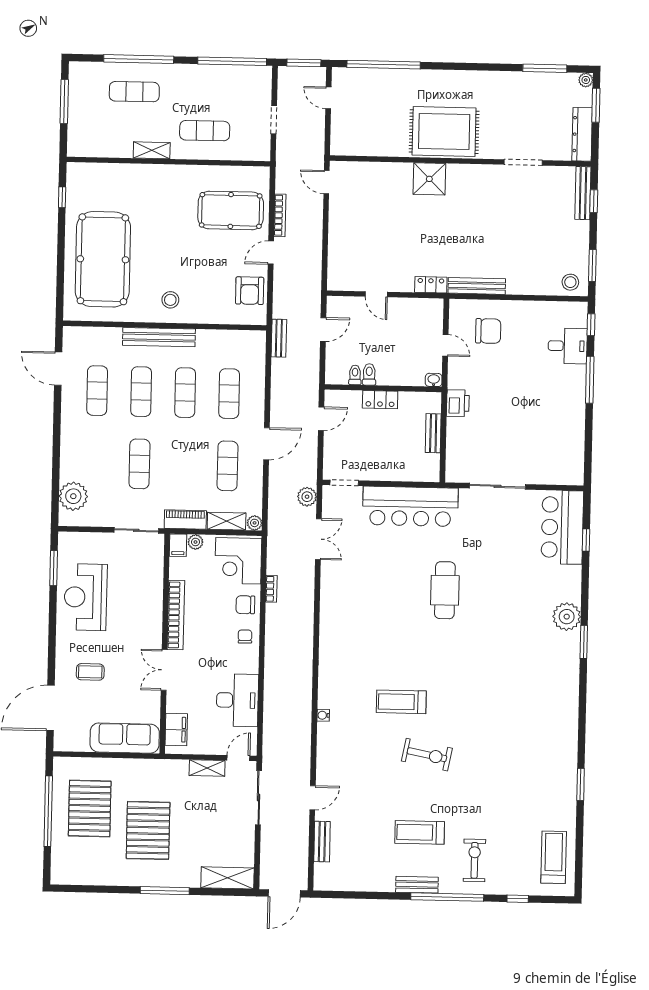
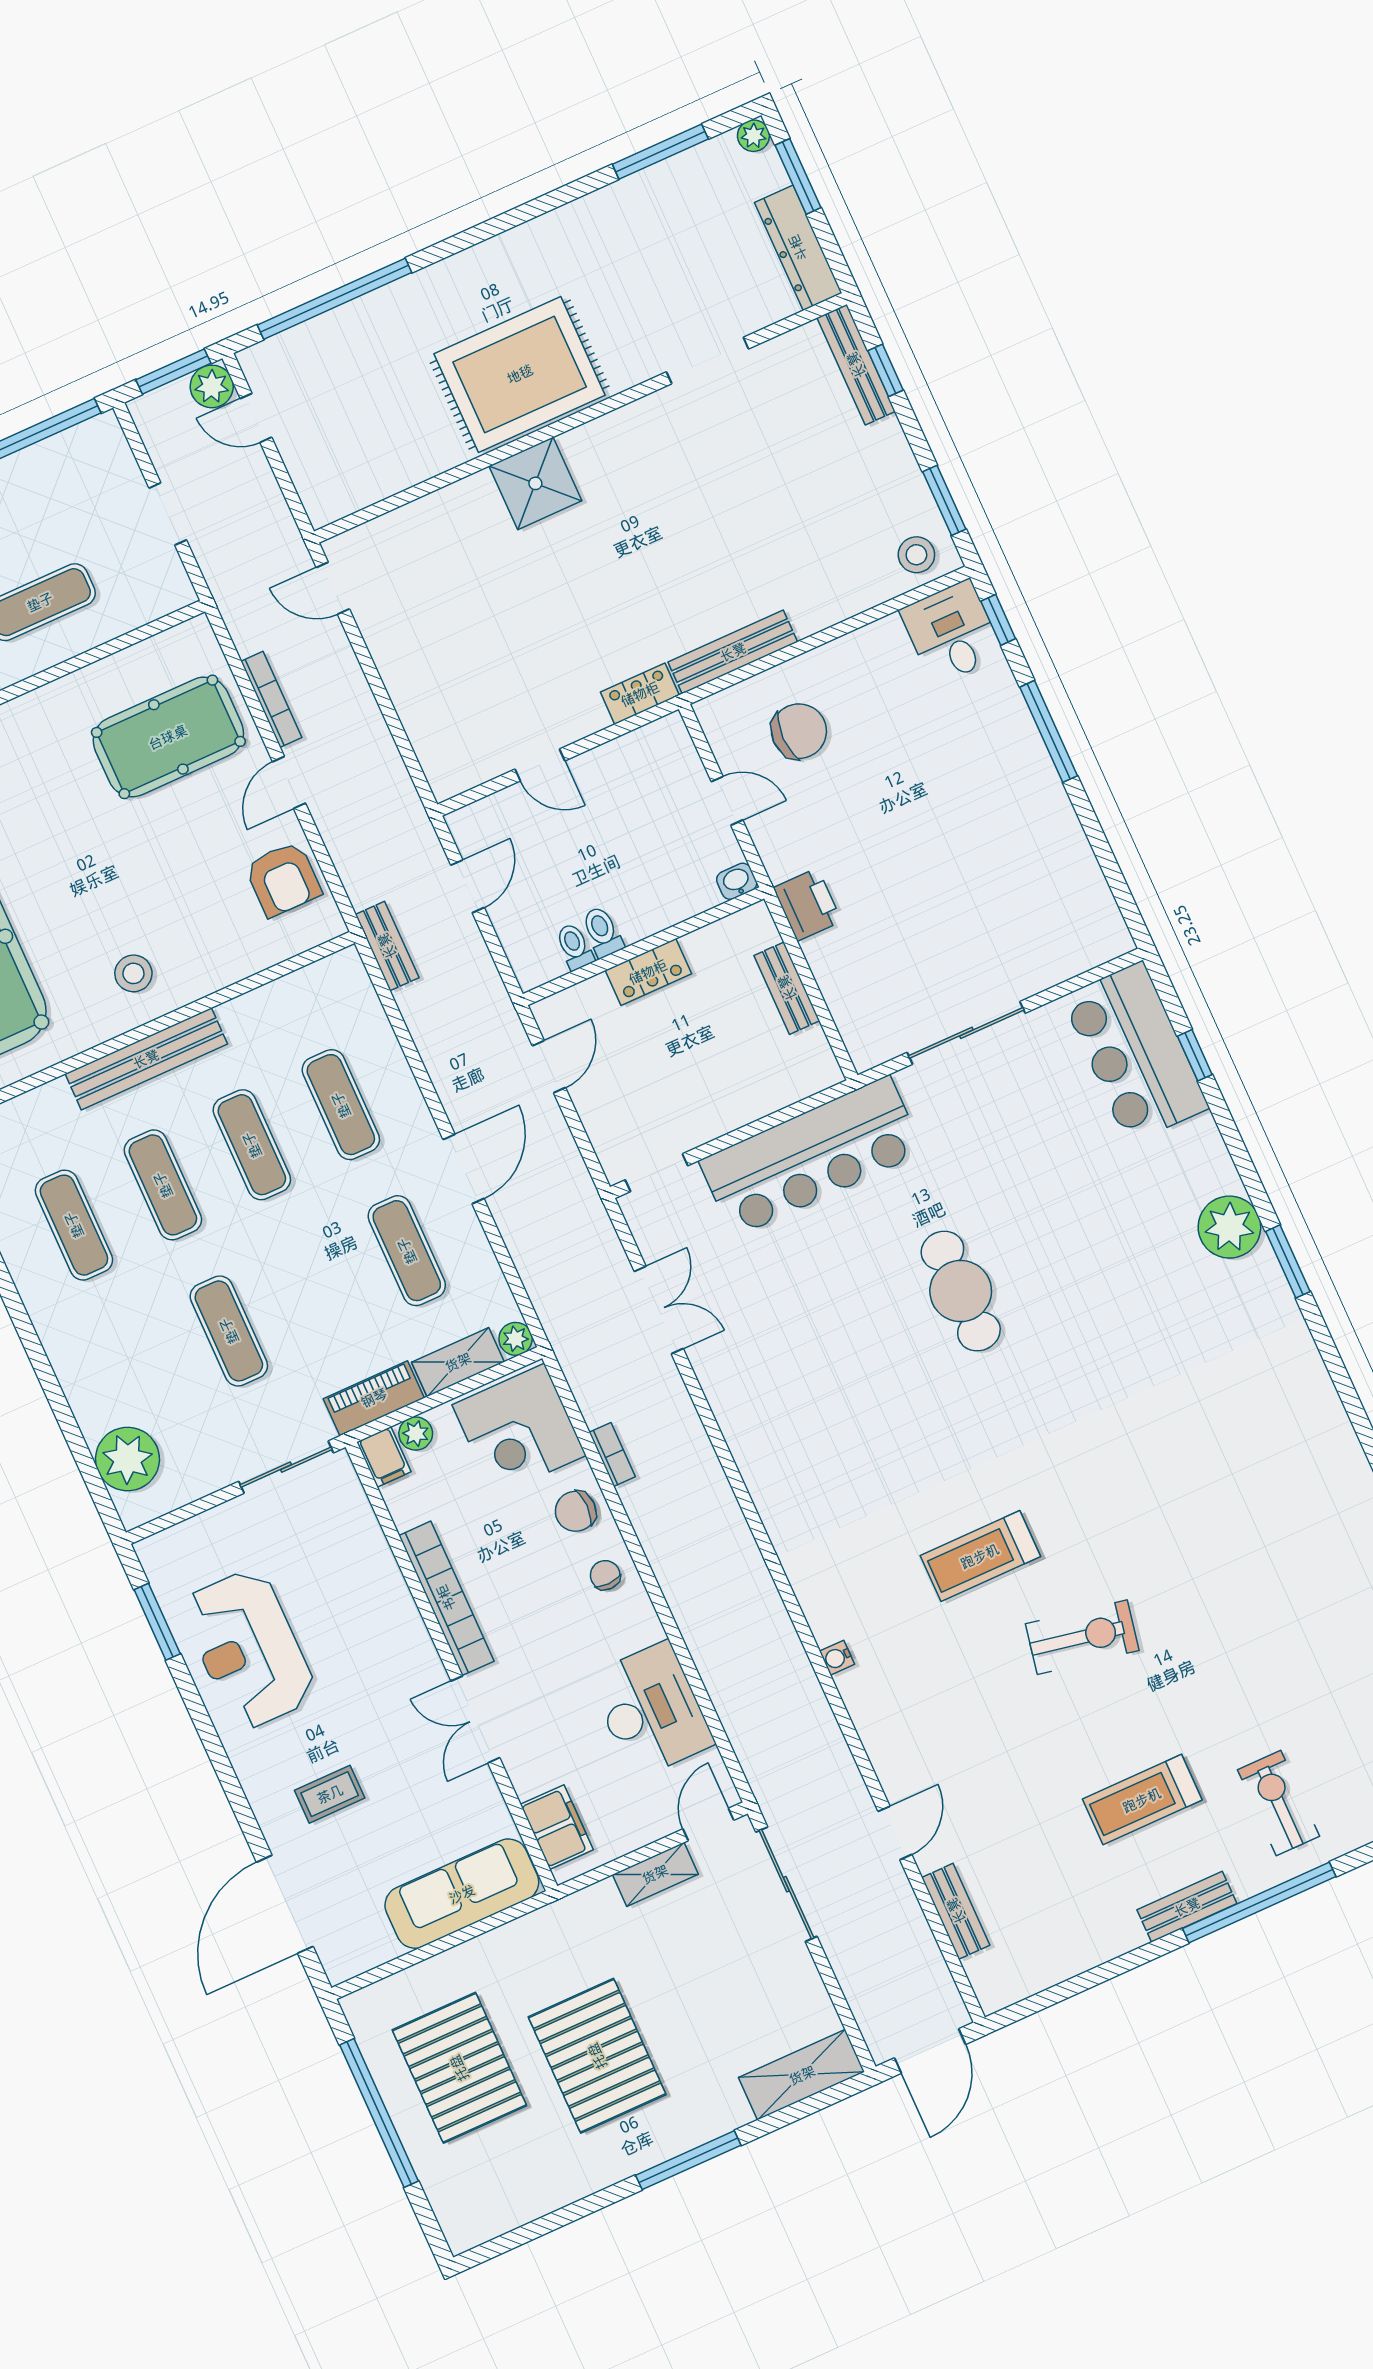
desk: (568, 346) -> (952, 632), moved, turned -90
plant: (307, 497) -> (212, 386), moved

